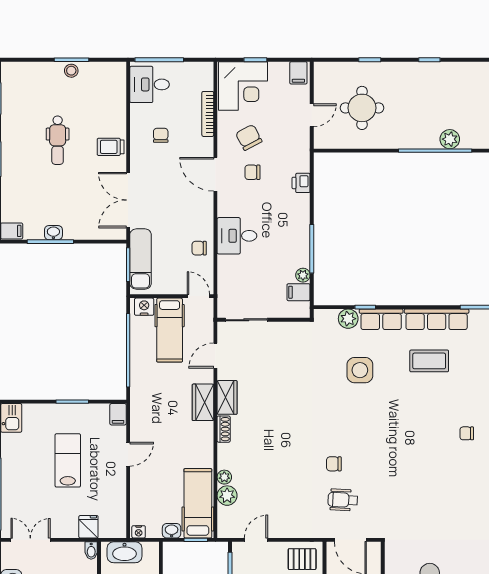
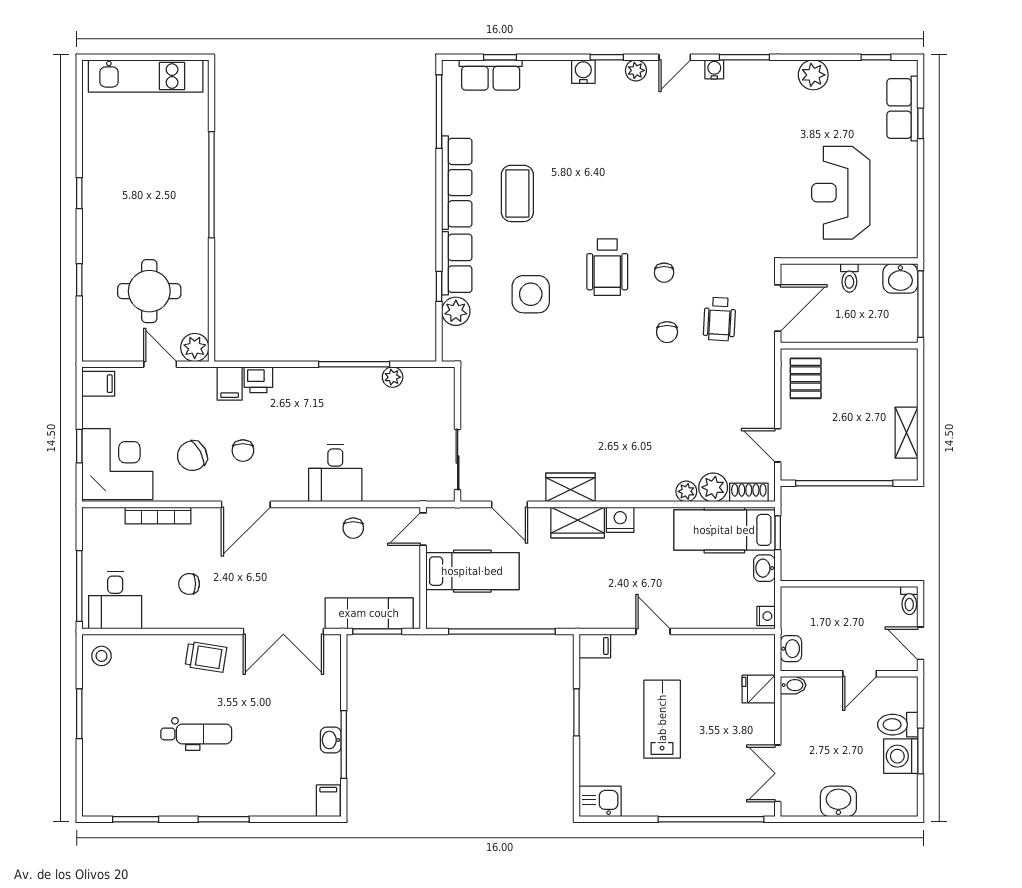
stool: (71, 71) -> (101, 656), moved
plant: (450, 139) -> (195, 347), moved
trolley: (111, 147) -> (206, 657), turned -81
filing cabinet: (299, 292) -> (230, 383), moved
nightstand: (144, 307) -> (620, 520), moved, turned 90
wheelchair: (379, 423) -> (607, 267), added
shoe rack: (224, 429) -> (749, 492), moved
chair: (467, 433) -> (664, 273), moved
lab bench: (68, 460) -> (662, 719), turned 90
washbasin: (124, 552) -> (791, 649), width x0.52, depth x0.69

